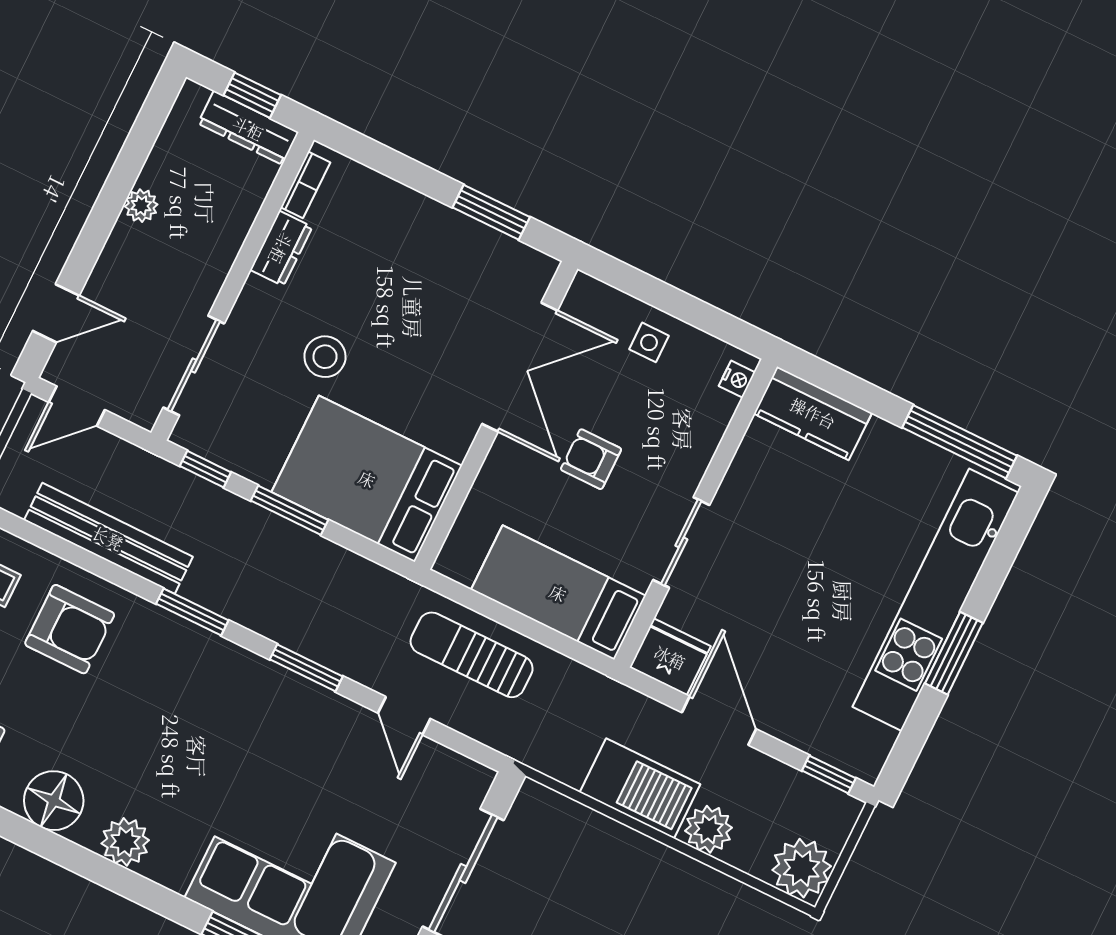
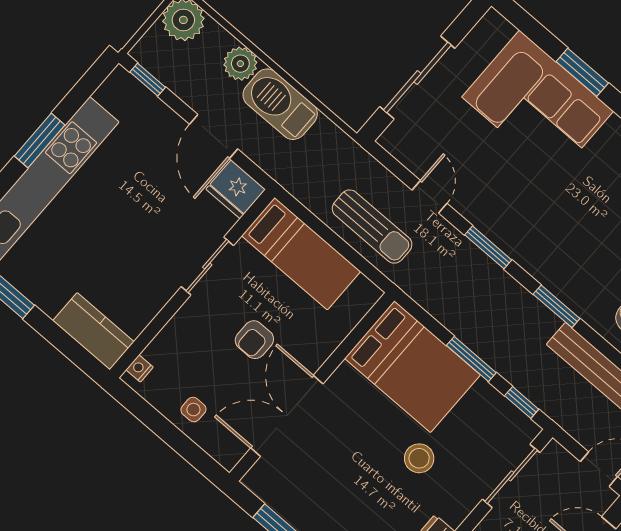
armchair: (591, 459) -> (254, 340), turned 90

